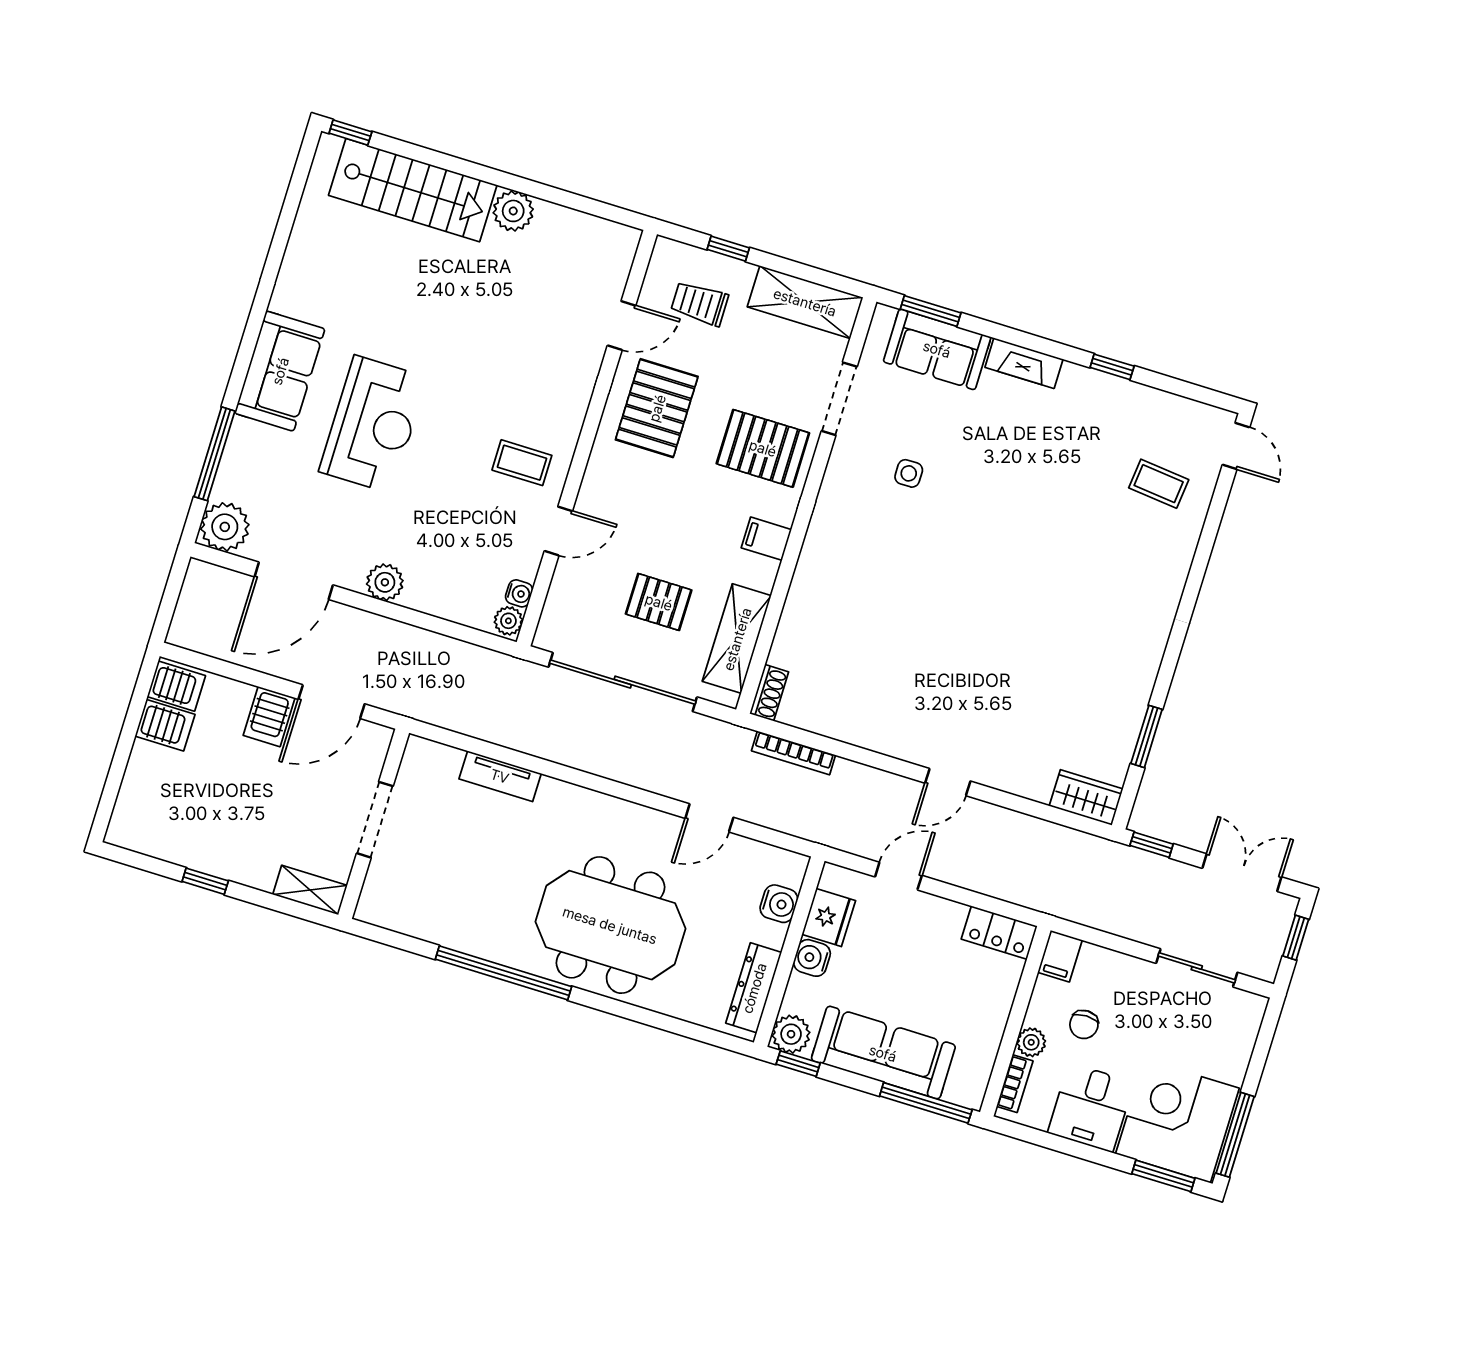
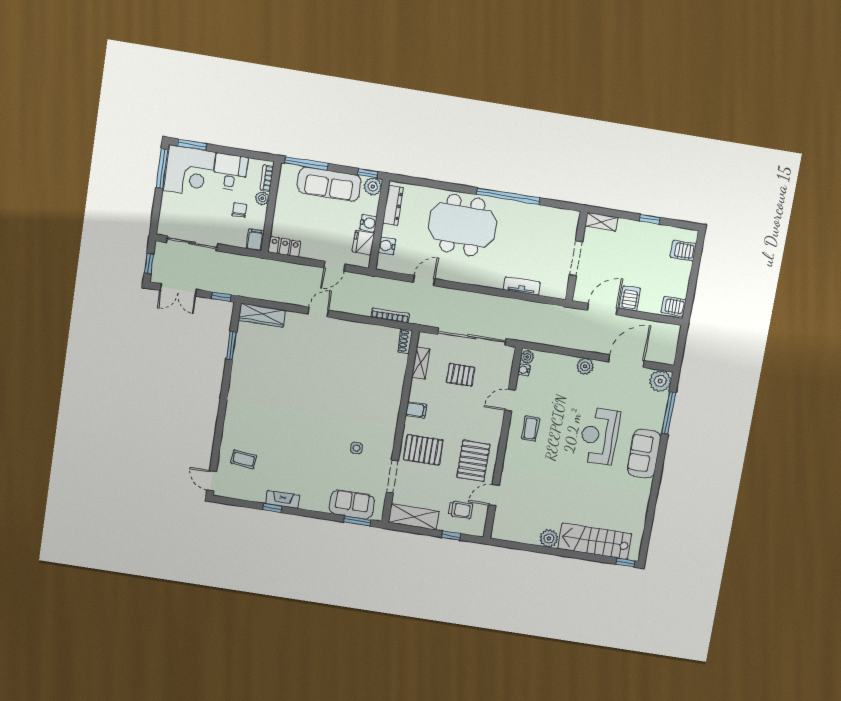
fireplace: (1024, 363) -> (283, 499), moved
coffee table: (522, 463) -> (530, 428), turned 90
shelving: (737, 639) -> (421, 363), width x0.67, depth x0.75
server rack: (165, 725) -> (683, 251), moved
wardrobe: (1086, 797) -> (262, 315), width x1.50
sliding door: (1197, 968) -> (192, 243), width x1.37

